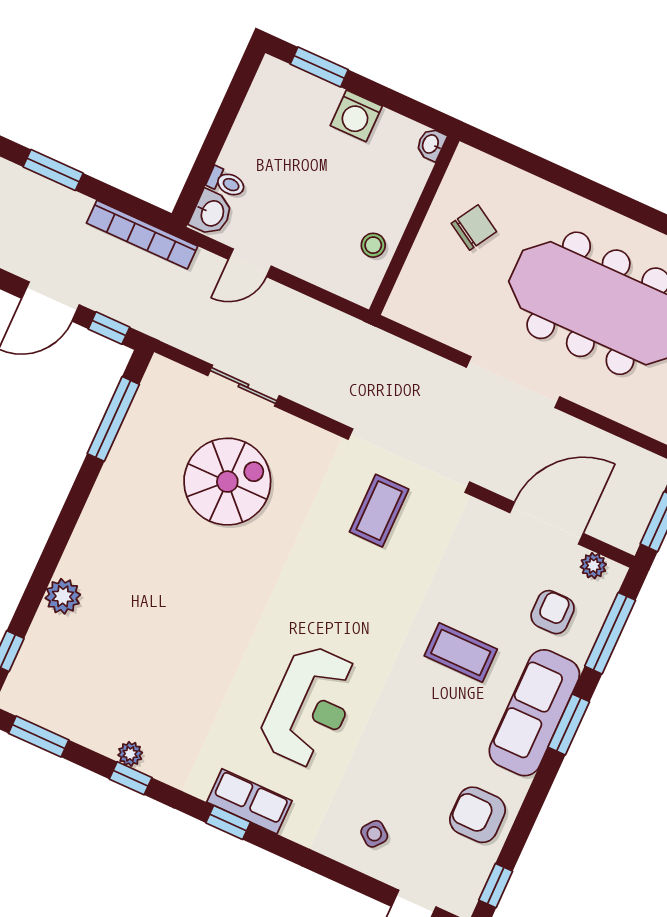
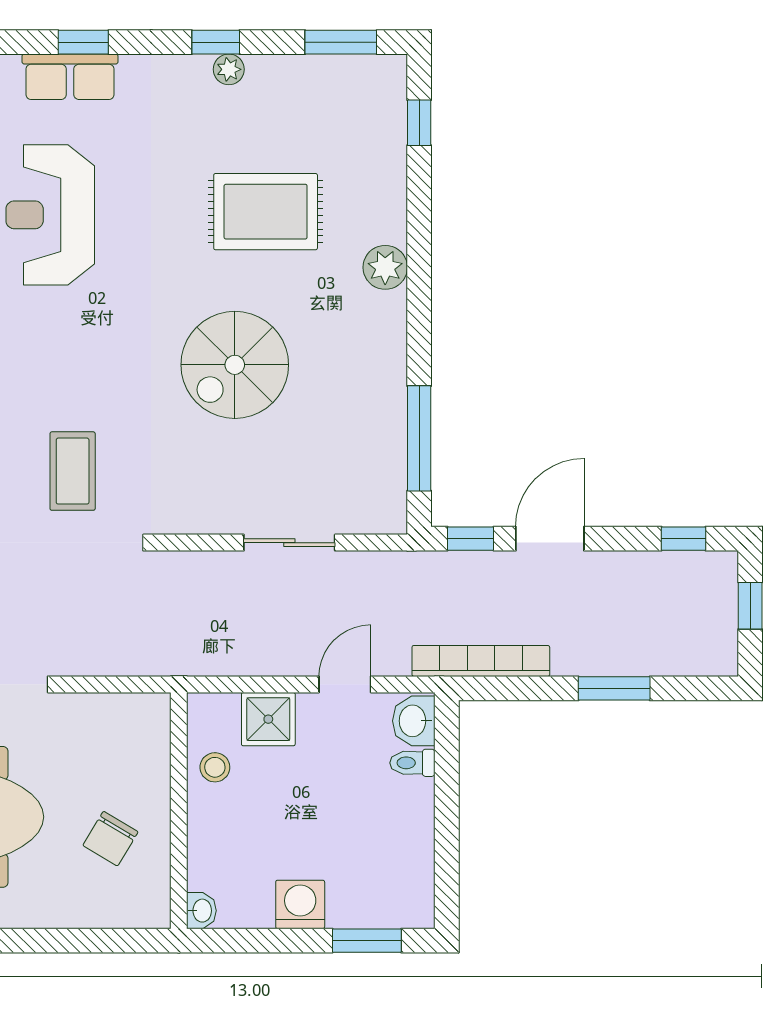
shower: (318, 263) -> (268, 719), added
spiral stairs: (227, 482) -> (235, 365), moved
plant: (63, 596) -> (385, 267), moved
rug: (151, 637) -> (266, 212), added

